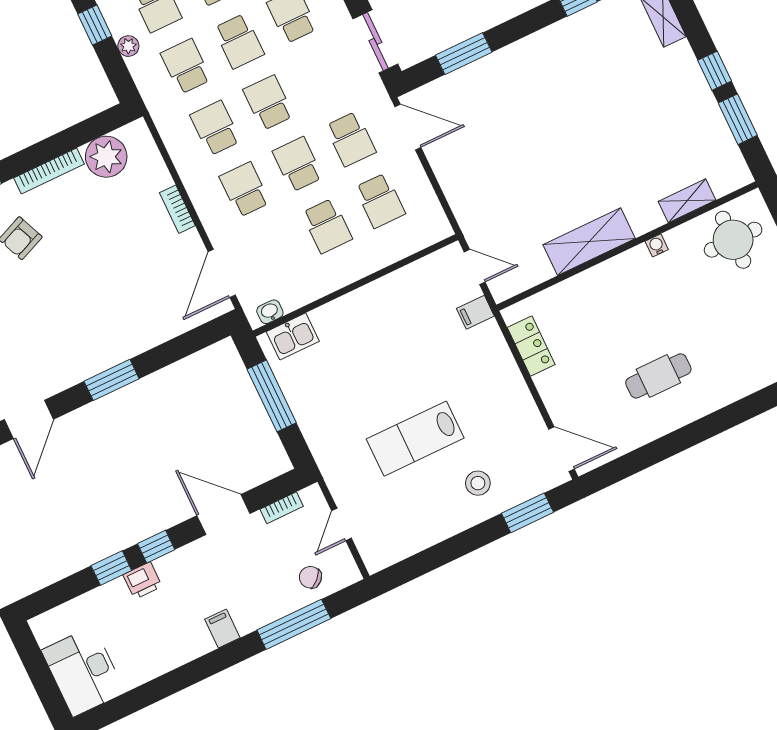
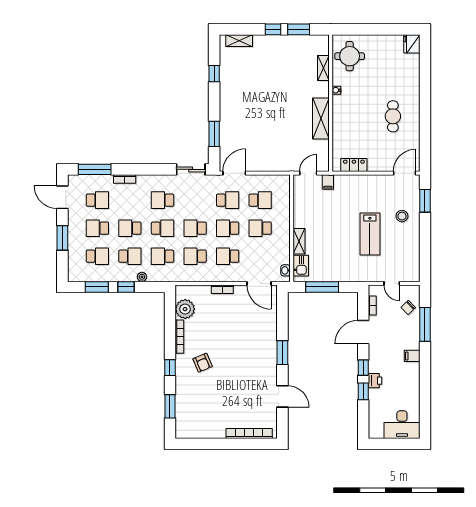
school desk: (327, 226) -> (260, 228), turned 180
shelving: (337, 311) -> (299, 241), added

